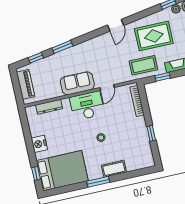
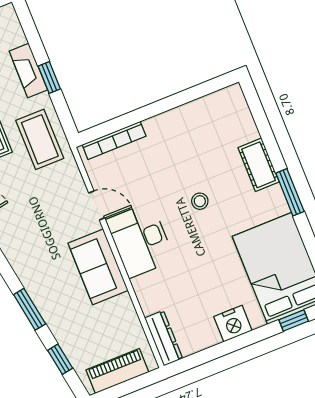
window: (163, 77) -> (49, 78), moved
dresser: (49, 107) -> (164, 338), moved
window: (151, 133) -> (174, 101), removed

